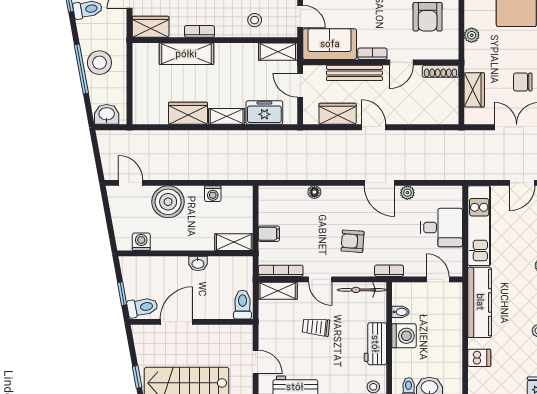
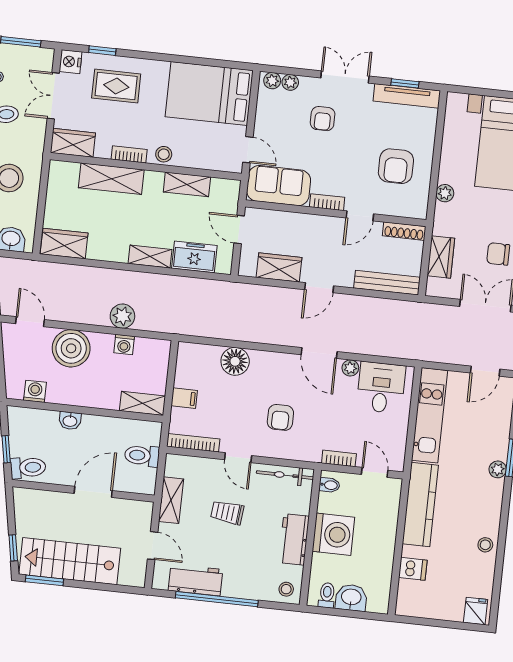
stool: (255, 20) -> (164, 154), moved
shelving: (278, 52) -> (187, 184), moved
bench: (354, 73) -> (387, 283), moved
wardrobe: (188, 113) -> (64, 244), moved
door: (373, 127) -> (319, 288), swing flipped
plant: (209, 170) -> (122, 316), added
floor lamp: (314, 192) -> (235, 361), width x1.89, depth x1.89
desk: (441, 228) -> (381, 388), moved, turned -90
armchair: (353, 241) -> (280, 417), turned -94
washbasin: (198, 263) -> (70, 421), moved
bookcase: (389, 271) -> (339, 458), moved
shelving: (278, 291) -> (171, 500), moved, turned 90
toilet: (243, 305) -> (142, 456), moved, turned -90
bidet: (400, 312) -> (329, 485), moved
door: (176, 322) -> (93, 492), moved
washing machine: (404, 336) -> (333, 534), width x1.37, depth x1.37

